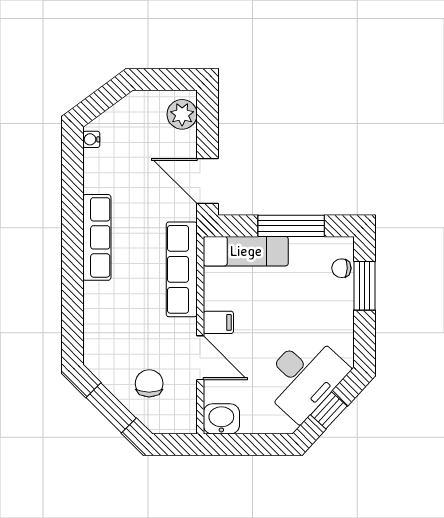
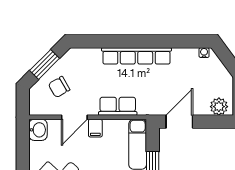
row of seats: (97, 237) -> (136, 56), width x1.36
row of seats: (182, 269) -> (118, 106), width x0.68
chair: (149, 383) -> (59, 87), turned 150

